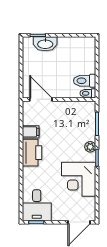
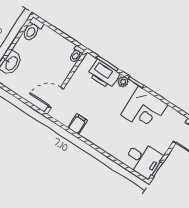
toilet: (85, 81) -> (33, 30), moved
printer: (32, 153) -> (104, 74), moved, turned 180

